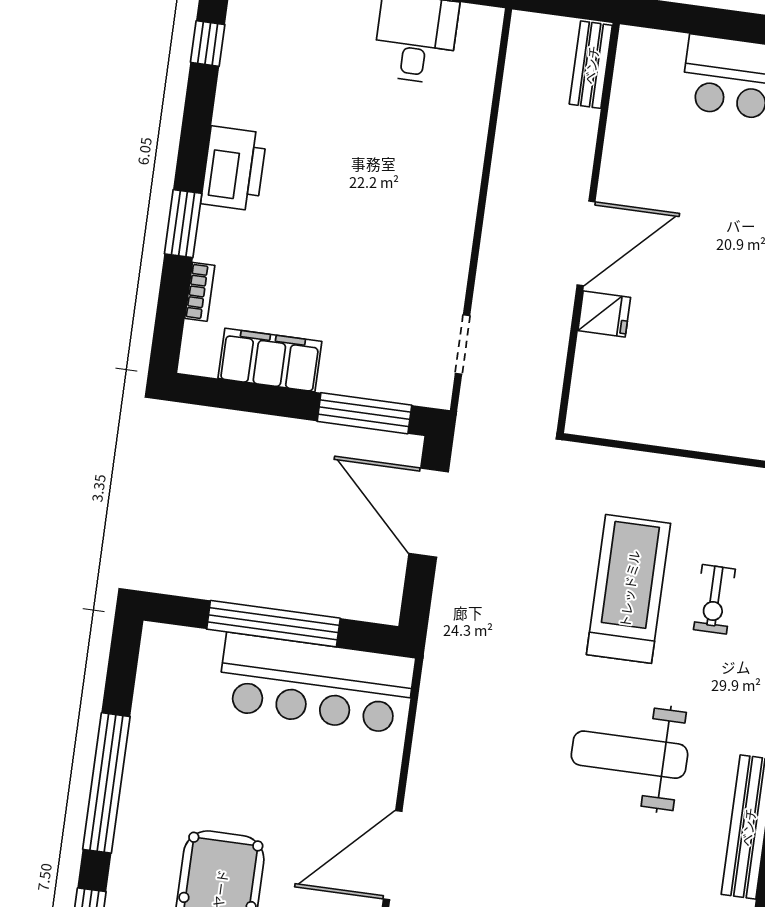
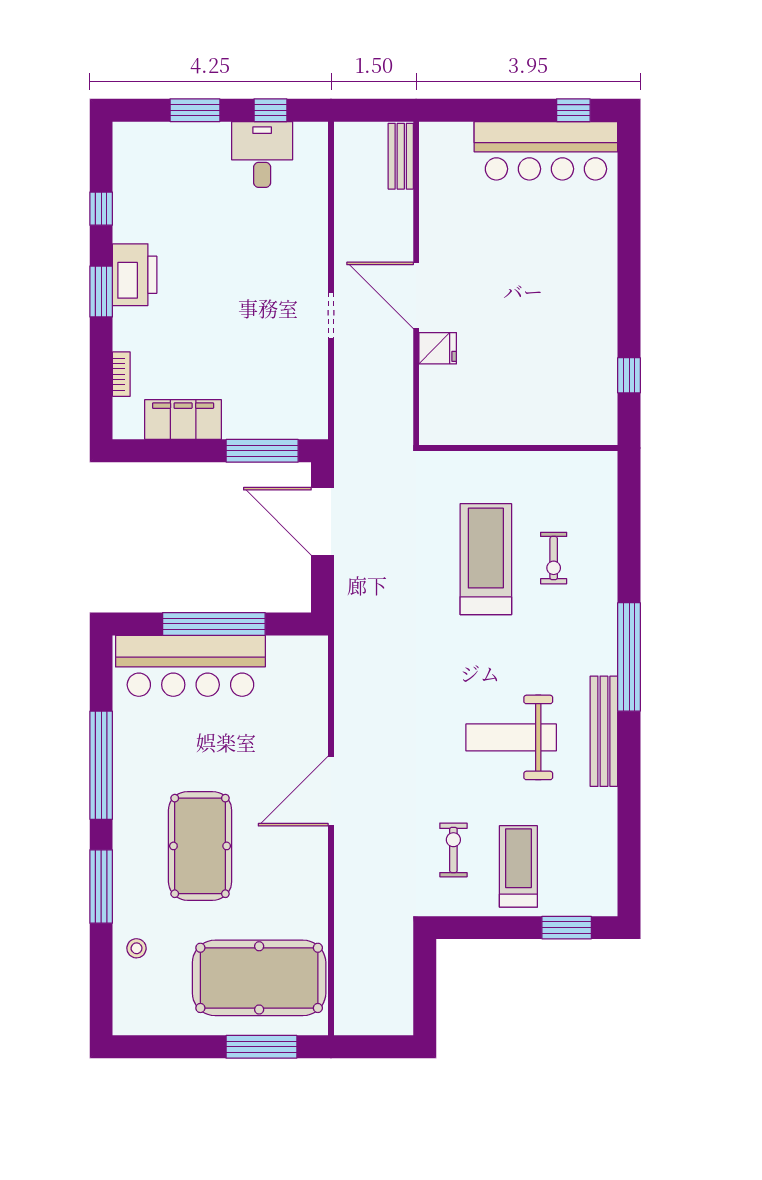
window: (208, 43) -> (101, 209), moved
window: (183, 224) -> (101, 291), moved
door: (586, 243) -> (416, 295), swing flipped
doorway: (463, 345) -> (331, 315), moved
bar counter: (316, 683) -> (190, 666), moved
weight bench: (629, 755) -> (511, 737), moved

